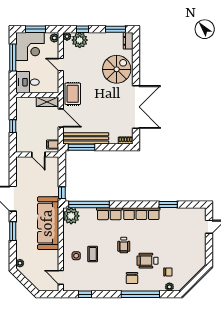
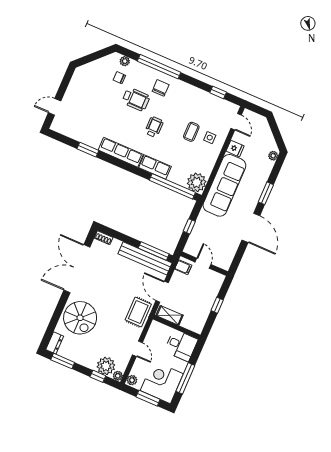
spiral stairs: (117, 69) -> (80, 318), turned -90
window: (62, 193) -> (189, 226), moved
fridge: (52, 256) -> (235, 149), added

